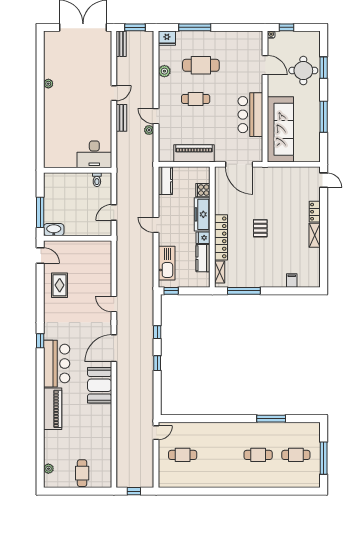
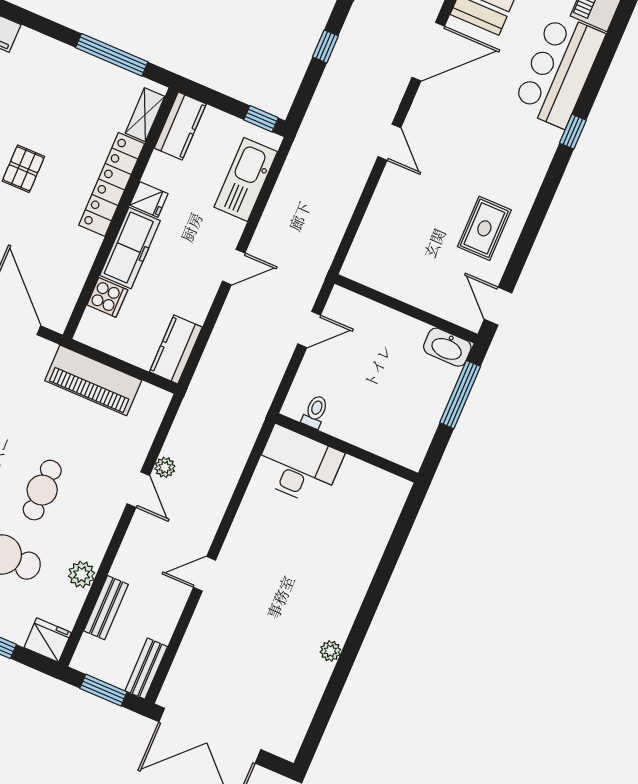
cafe table: (196, 99) -> (42, 490), turned 90
bench: (121, 118) -> (106, 608), moved
door: (156, 225) -> (234, 267), hinge flipped
kitchen counter: (203, 258) -> (180, 126), moved

